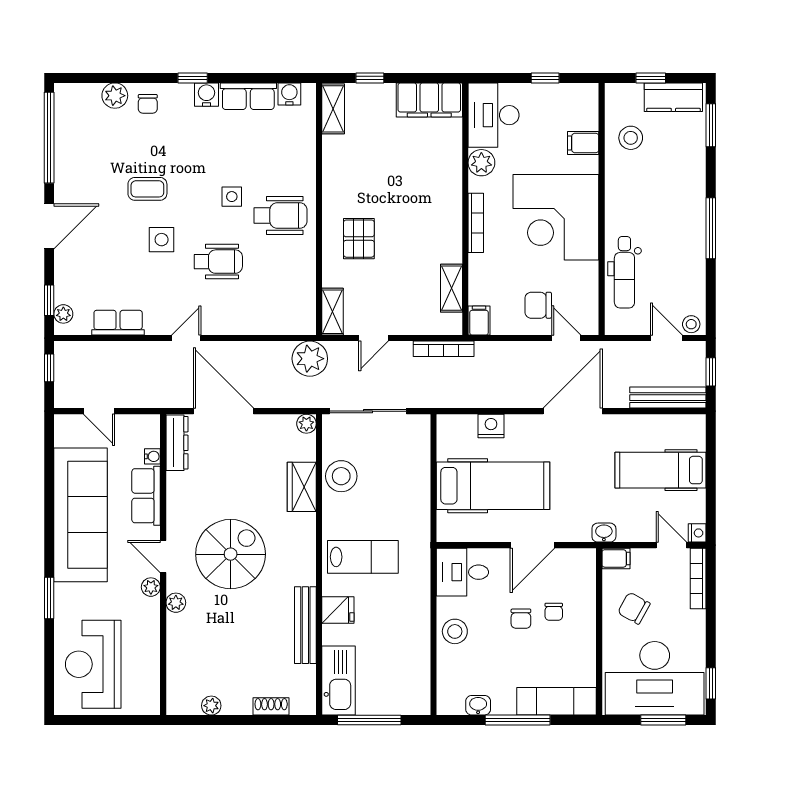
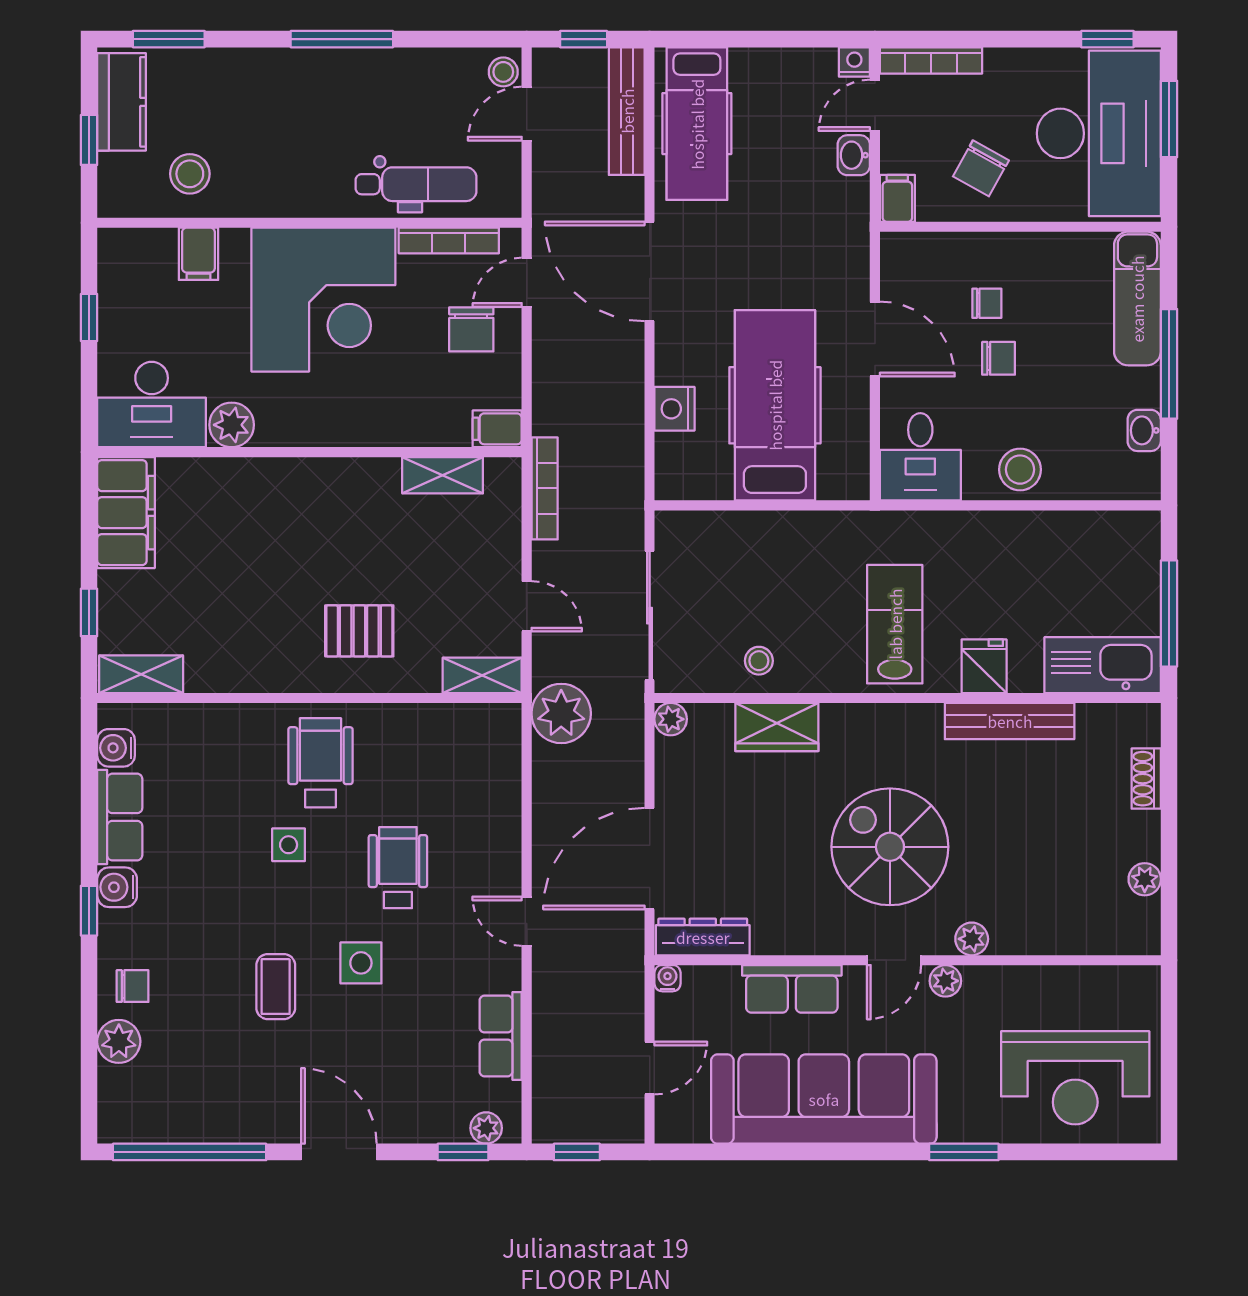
bookcase: (476, 223) -> (449, 240), moved, turned 180
water cooler: (152, 456) -> (668, 978), moved
hospital bed: (661, 470) -> (697, 124), moved
stool: (341, 476) -> (759, 661), width x0.53, depth x0.53
washbasin: (604, 533) -> (854, 155), moved

